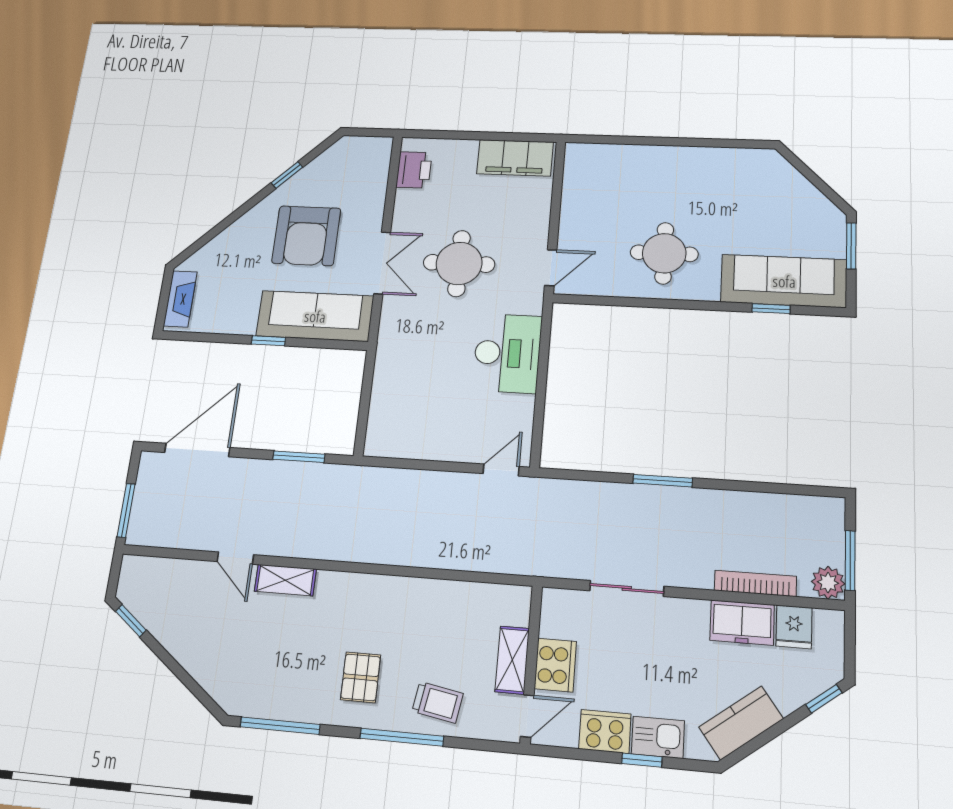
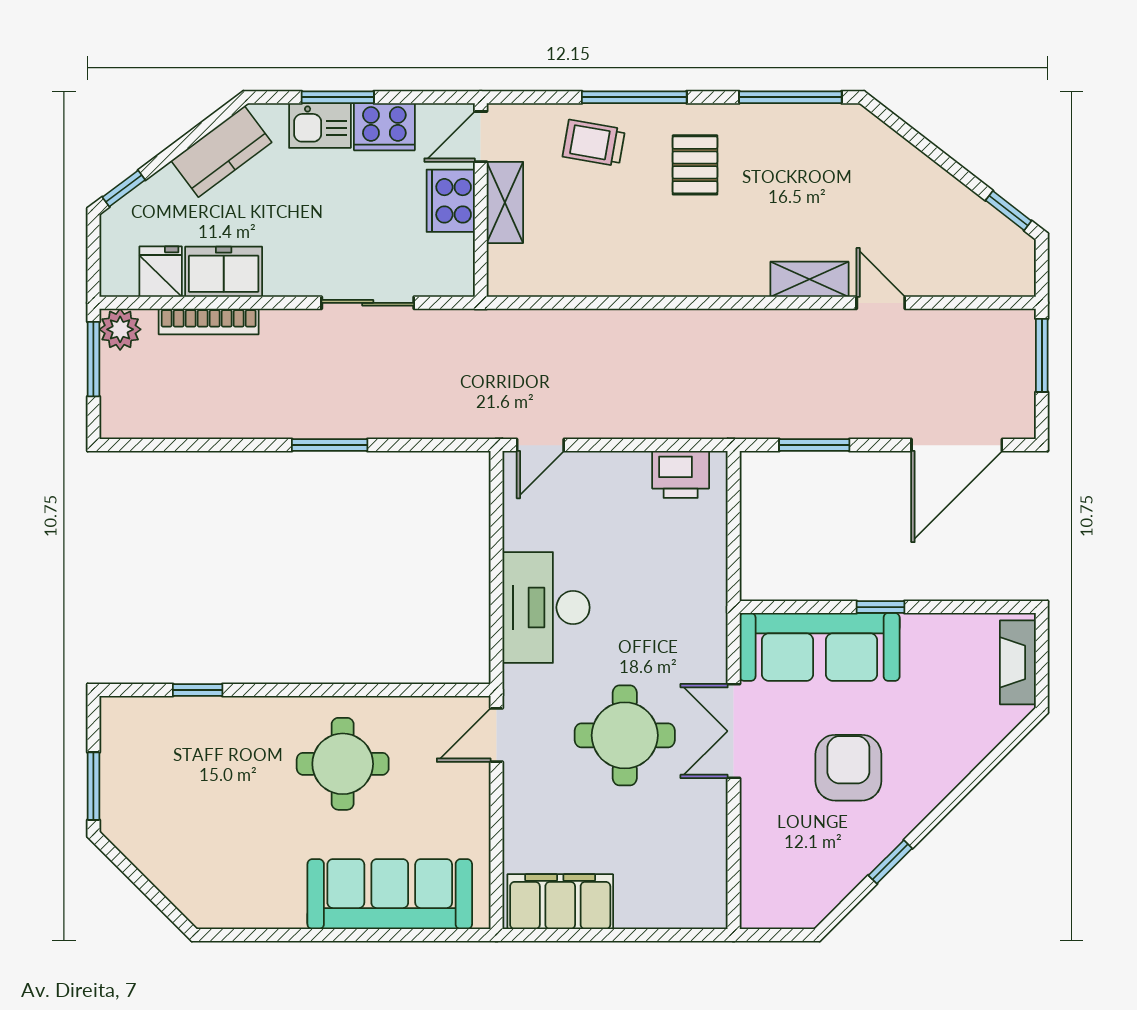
printer: (414, 170) -> (681, 474), moved, turned -90
armchair: (306, 236) -> (848, 768), width x0.73, depth x0.73
sofa: (784, 281) -> (390, 894), moved, turned 180
window: (642, 760) -> (338, 97), width x1.50

